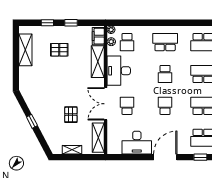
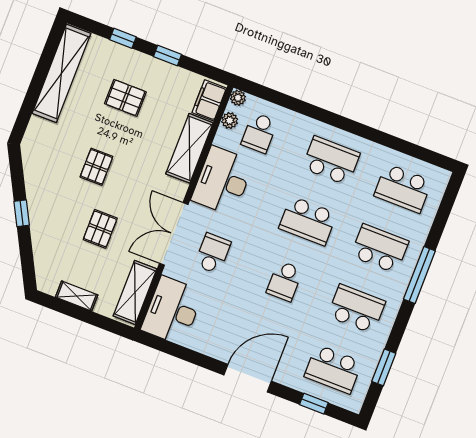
shelving: (25, 50) -> (61, 73), width x1.47
school desk: (165, 74) -> (308, 221), width x1.85
pallet: (58, 87) -> (96, 167), added
school desk: (165, 106) -> (285, 281), turned 180
desk: (137, 143) -> (172, 311), moved, turned 90

